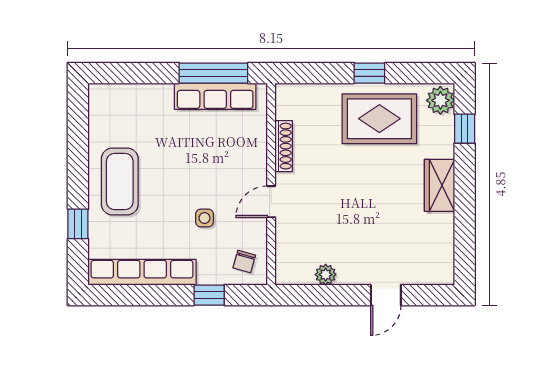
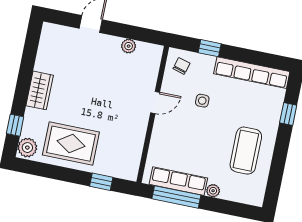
window: (369, 73) -> (101, 182), moved
plant: (163, 93) -> (213, 191), added
shoe rack: (284, 146) -> (139, 138), removed
coffee table: (120, 181) -> (246, 151), moved

